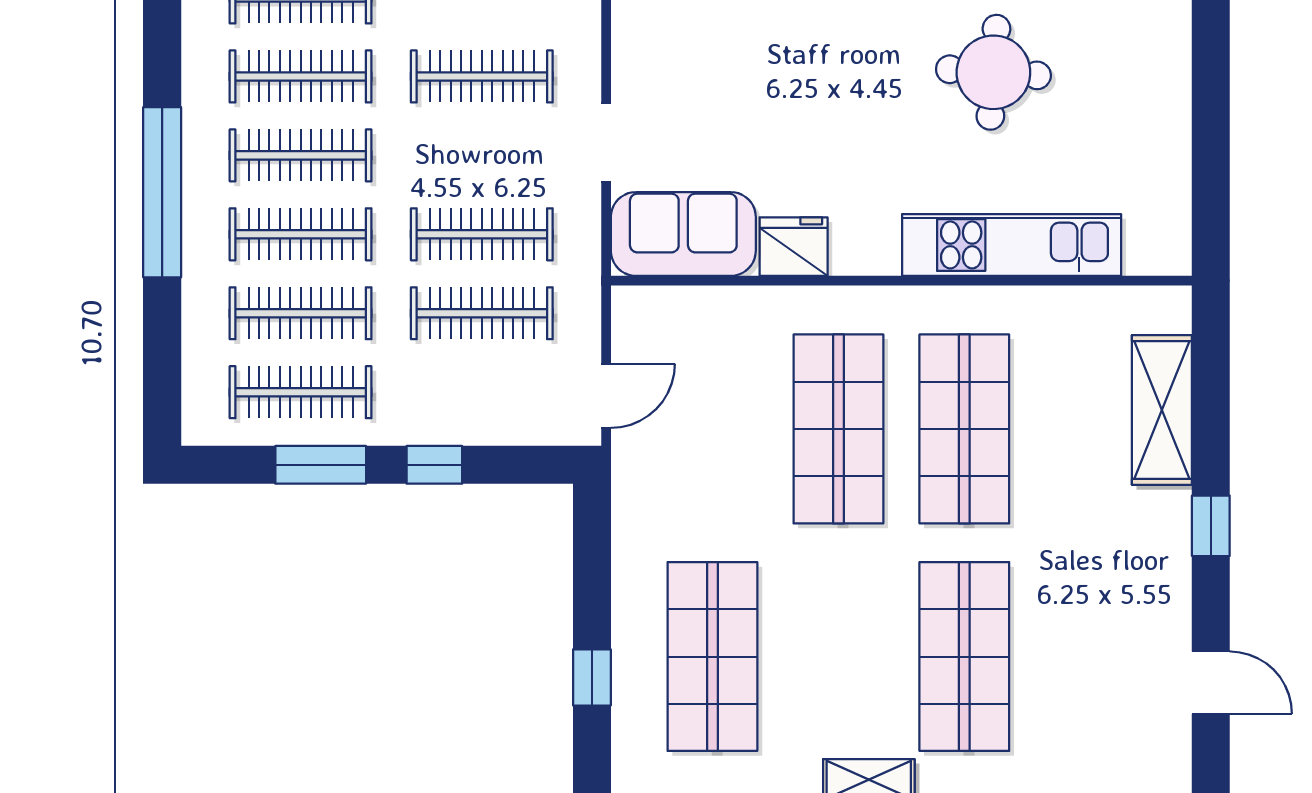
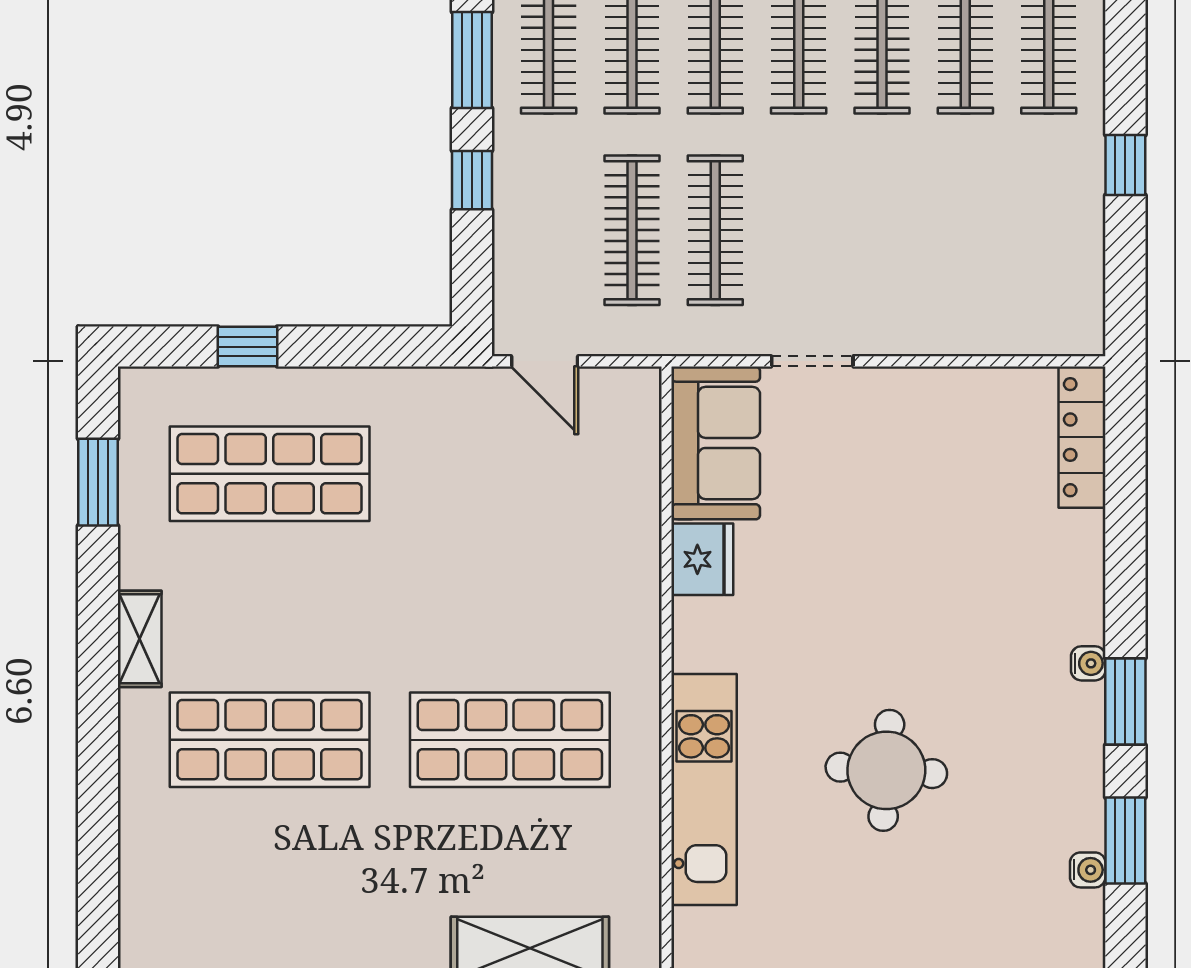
clothes rail: (482, 76) -> (882, 230), removed
shop shelf: (838, 429) -> (510, 607), removed

